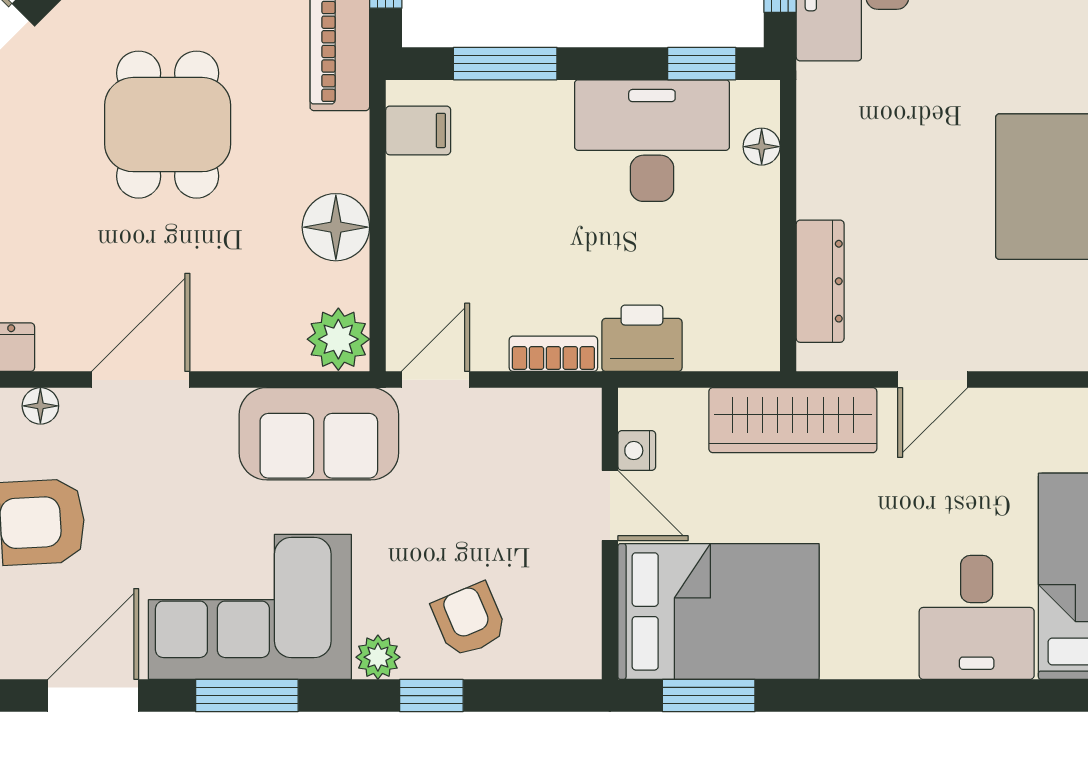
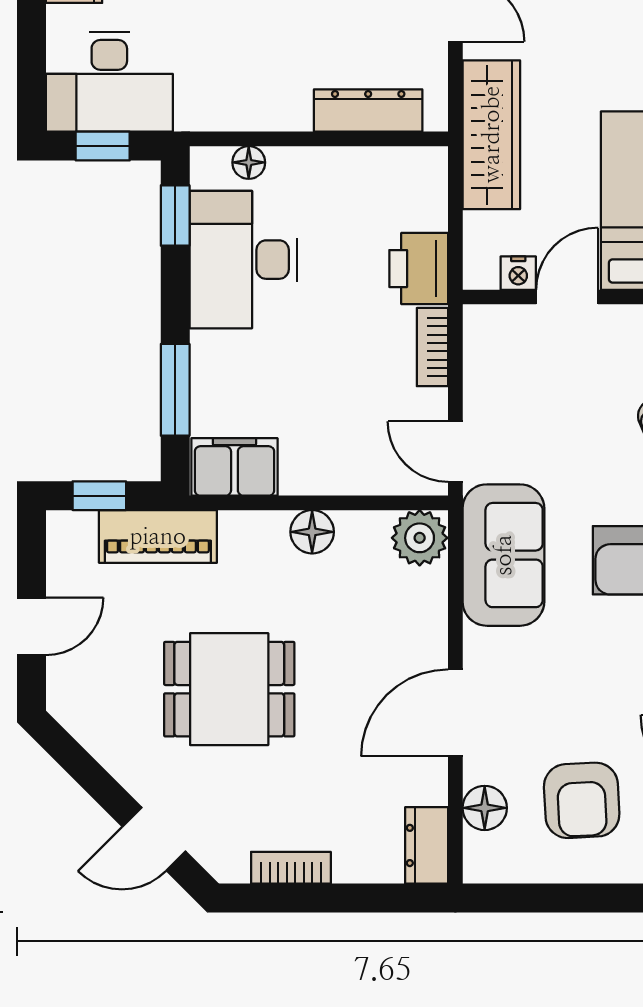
filing cabinet: (418, 130) -> (234, 467), width x2.00
floor lamp: (336, 227) -> (312, 532), width x0.73, depth x0.73
door: (141, 380) -> (455, 713), hinge flipped
floor lamp: (40, 406) -> (485, 808), width x1.37, depth x1.37

